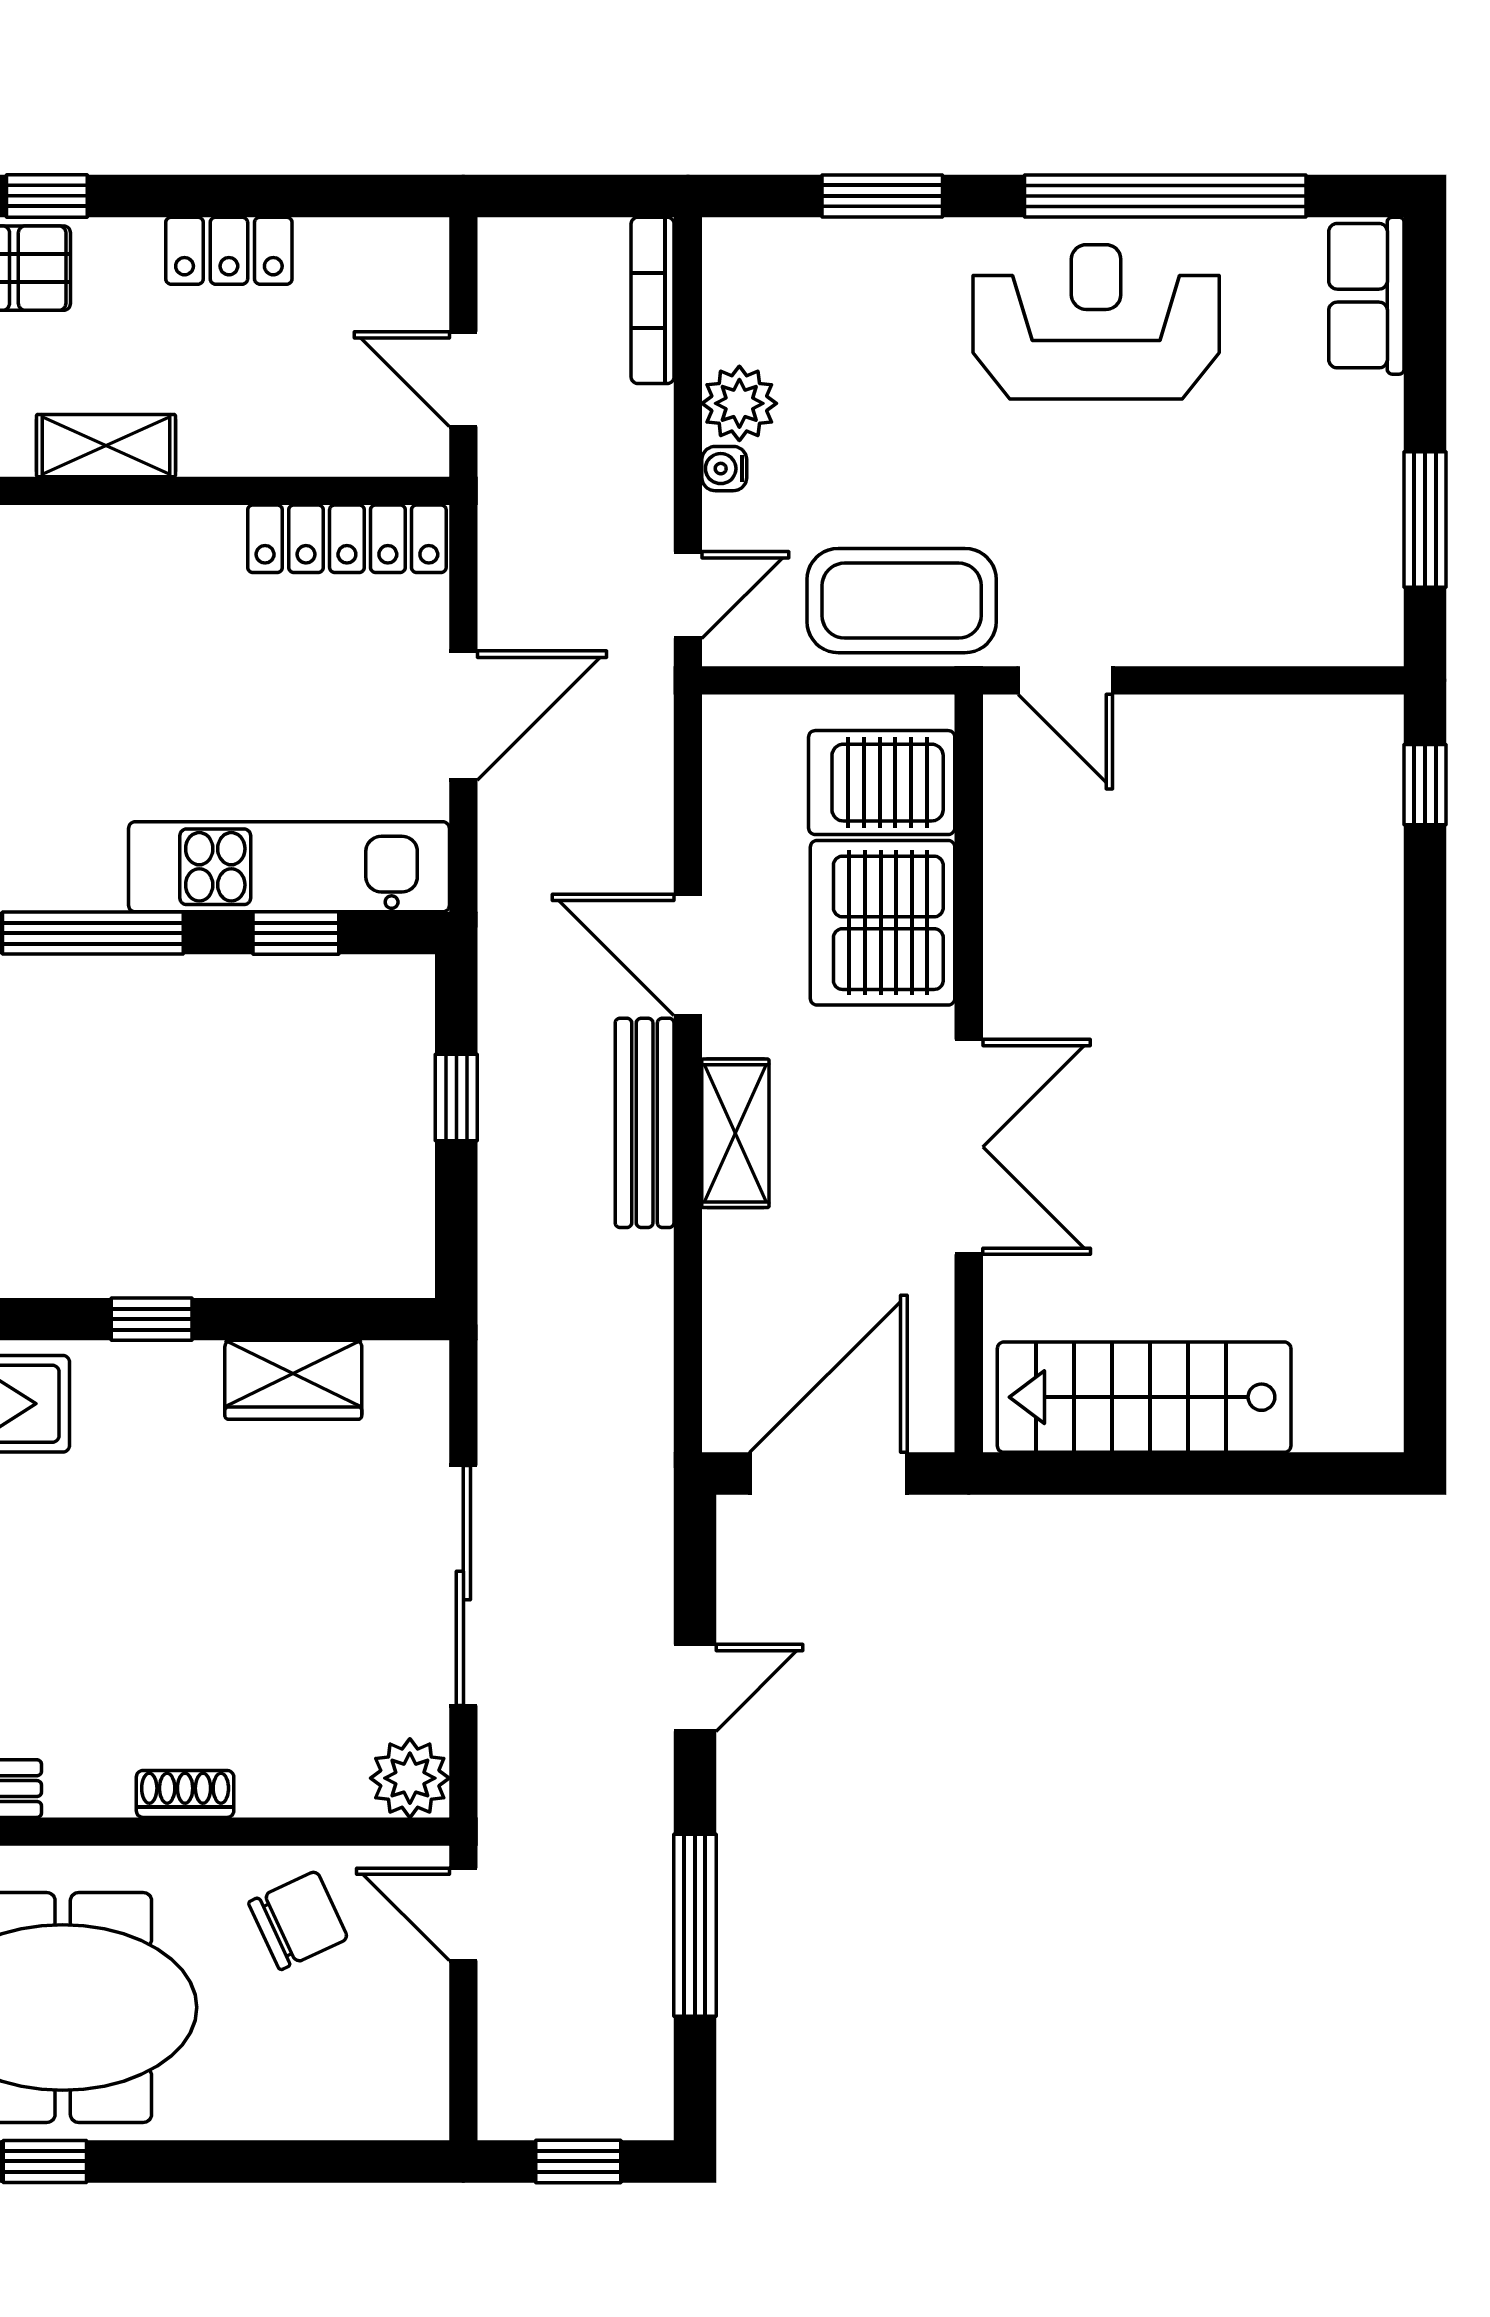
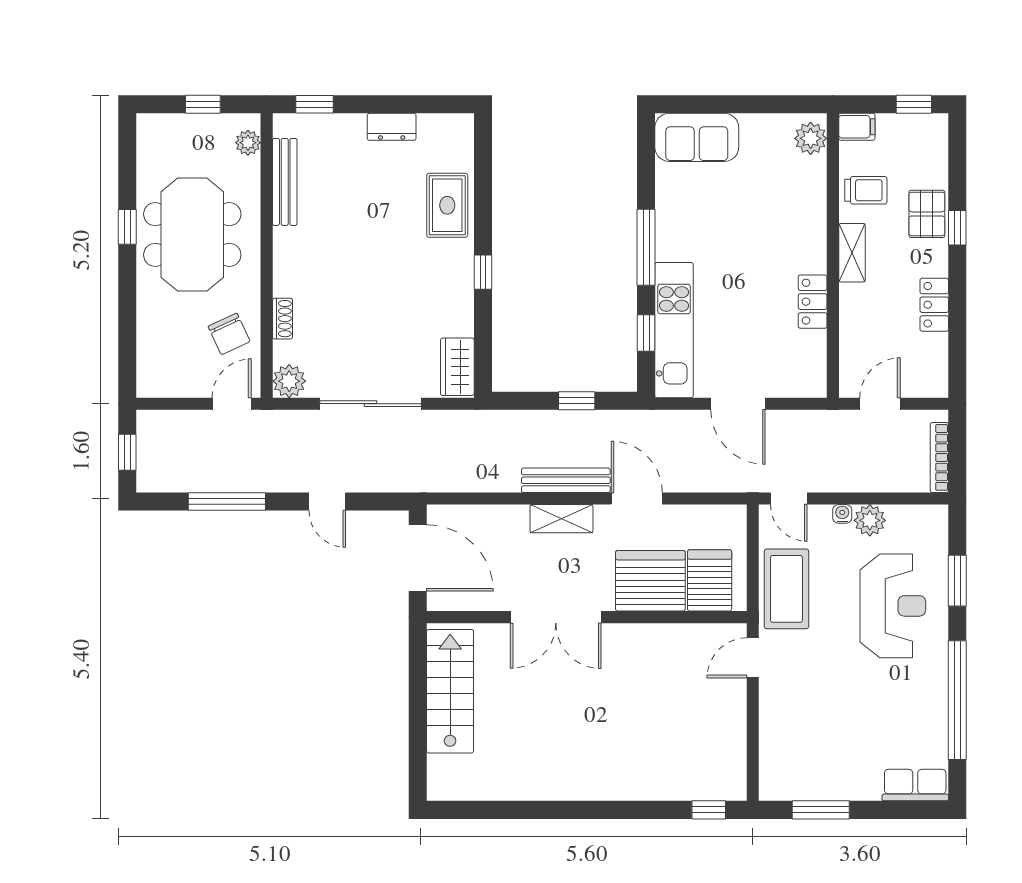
bookcase: (653, 300) -> (939, 457), moved, turned -90
reception desk: (1096, 322) -> (893, 606), moved
locker: (347, 539) -> (813, 302), moved, width x0.66
door: (688, 955) -> (637, 499), hinge flipped
wardrobe: (293, 1380) -> (457, 367), moved
shoe rack: (185, 1794) -> (282, 319), moved

